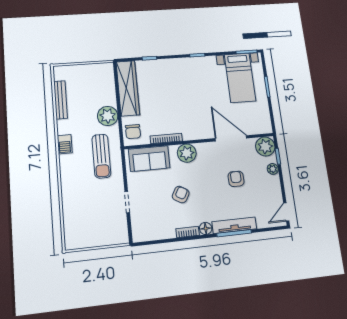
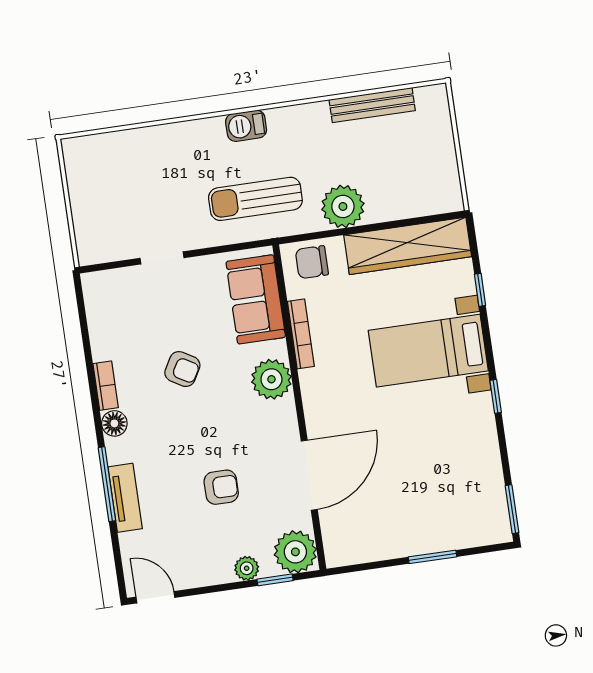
bed with nightstands: (240, 78) -> (428, 351), moved
barbecue: (65, 144) -> (246, 126), moved
tv unit: (234, 225) -> (125, 498), width x0.71

